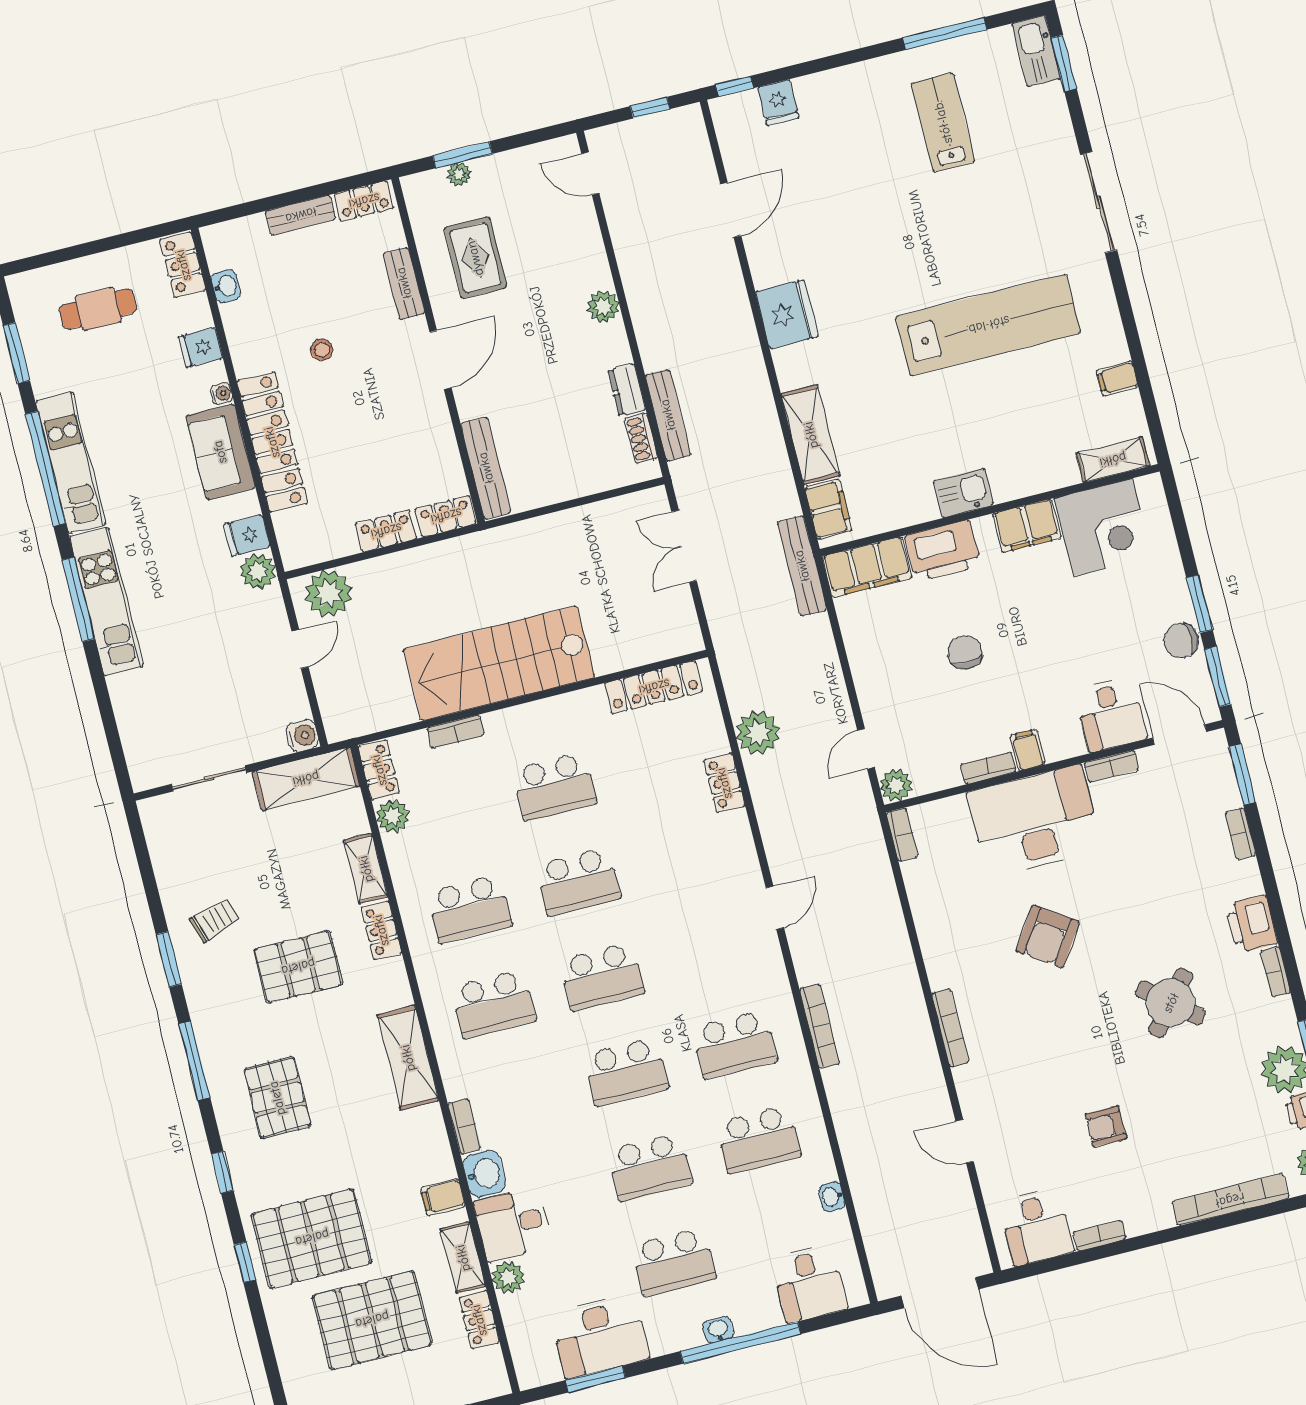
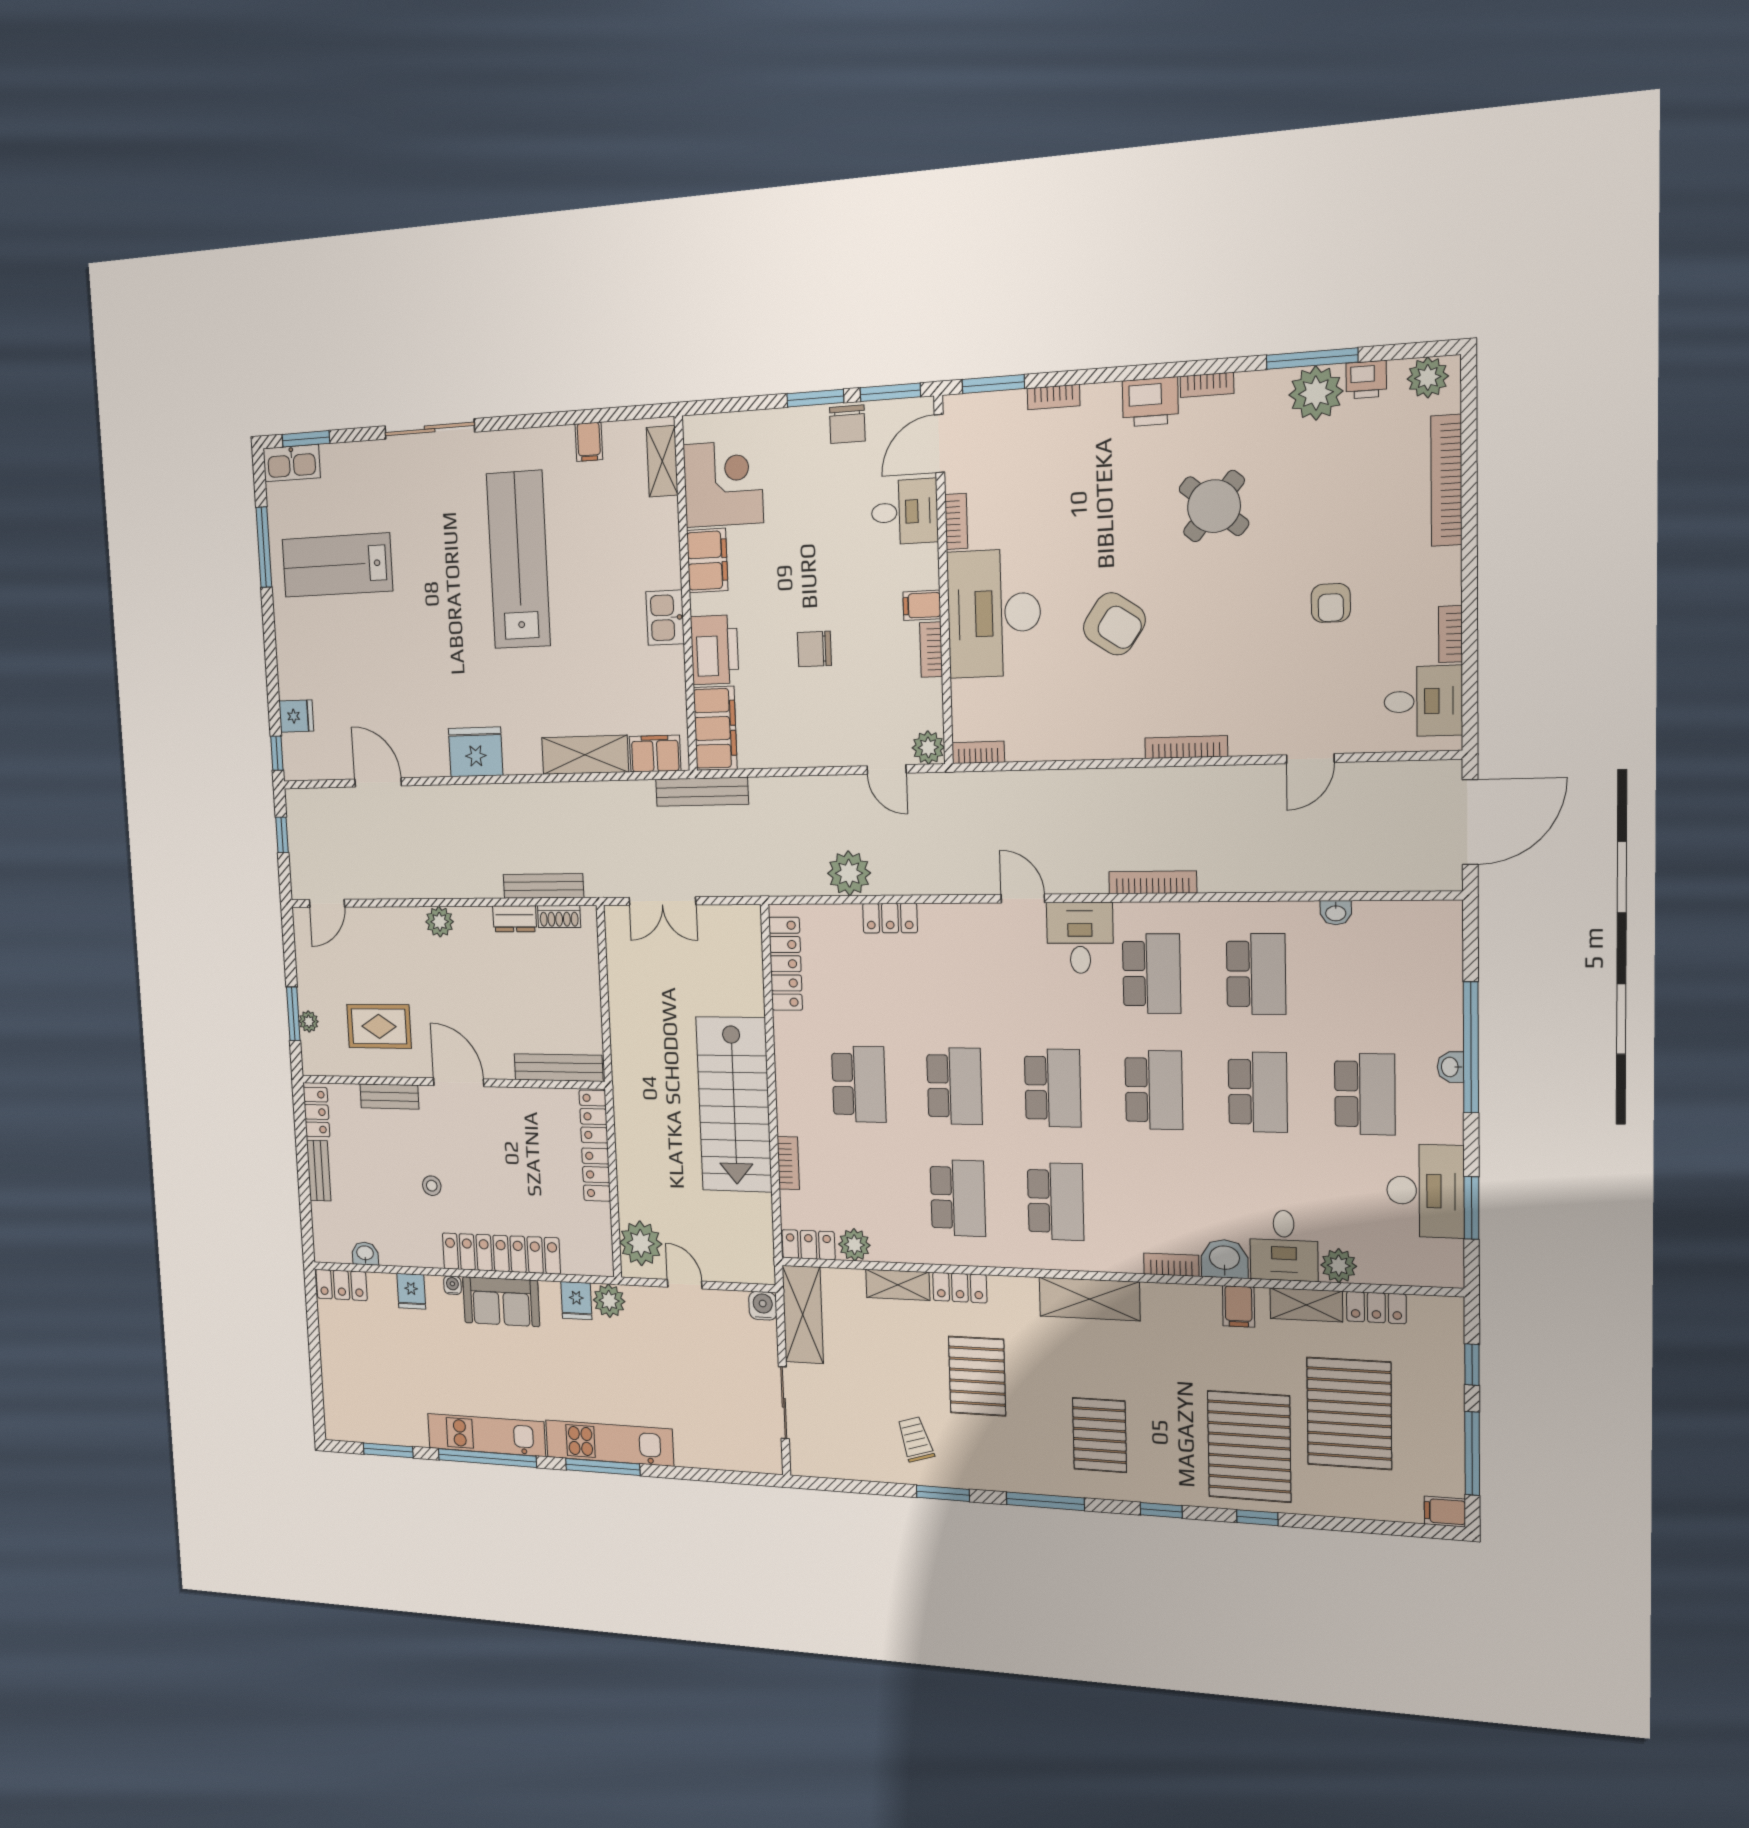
lab bench: (943, 122) -> (337, 565), width x1.36, depth x1.39
cafe table: (98, 309) -> (365, 1369), removed
pallet: (277, 1098) -> (1099, 1435), turned 90
desk: (809, 1283) -> (1080, 938), moved, turned -90

